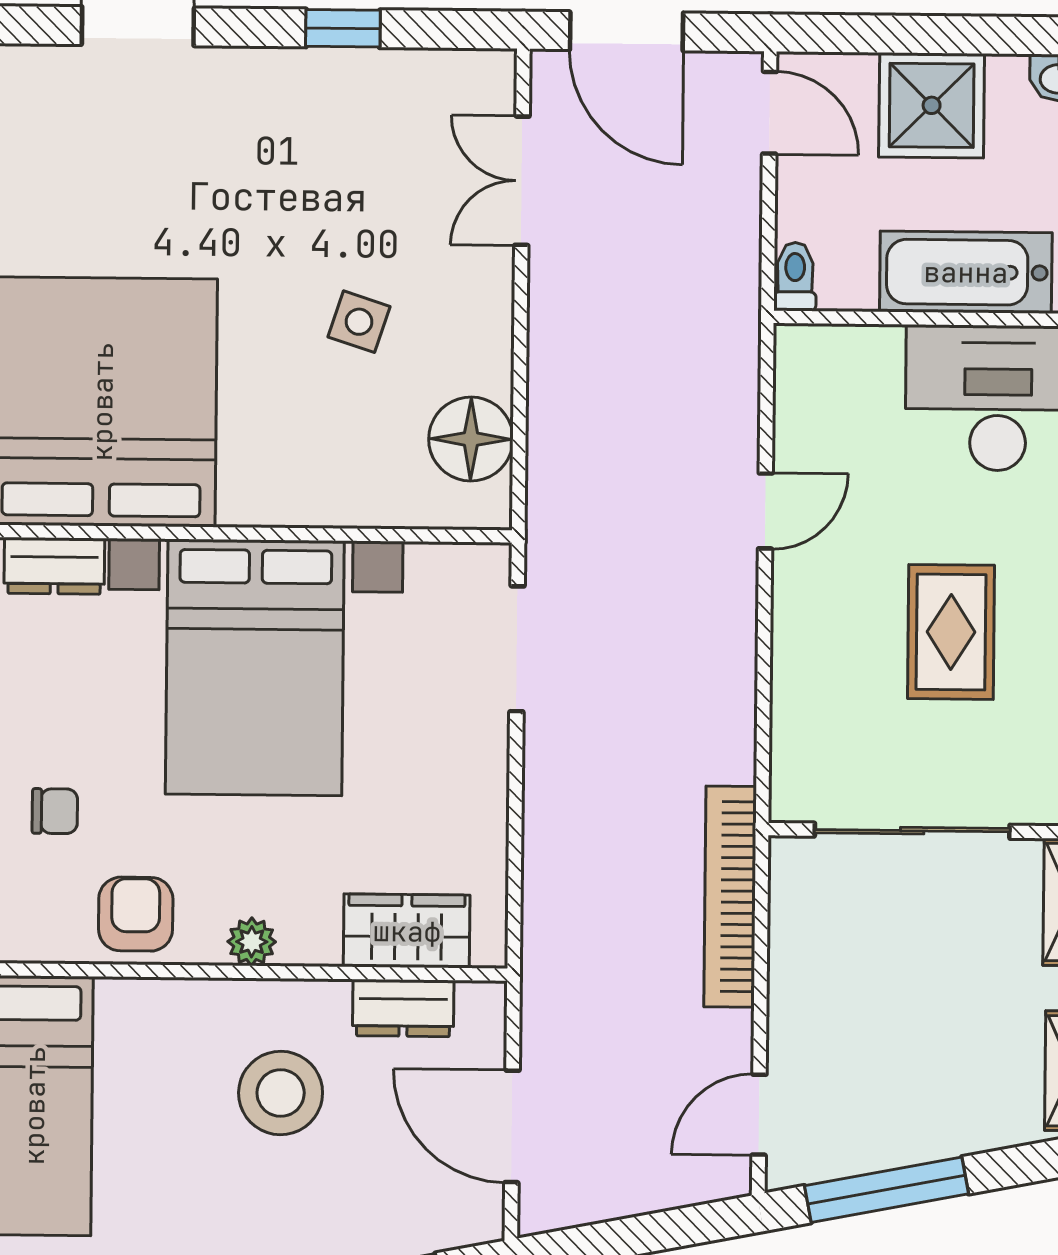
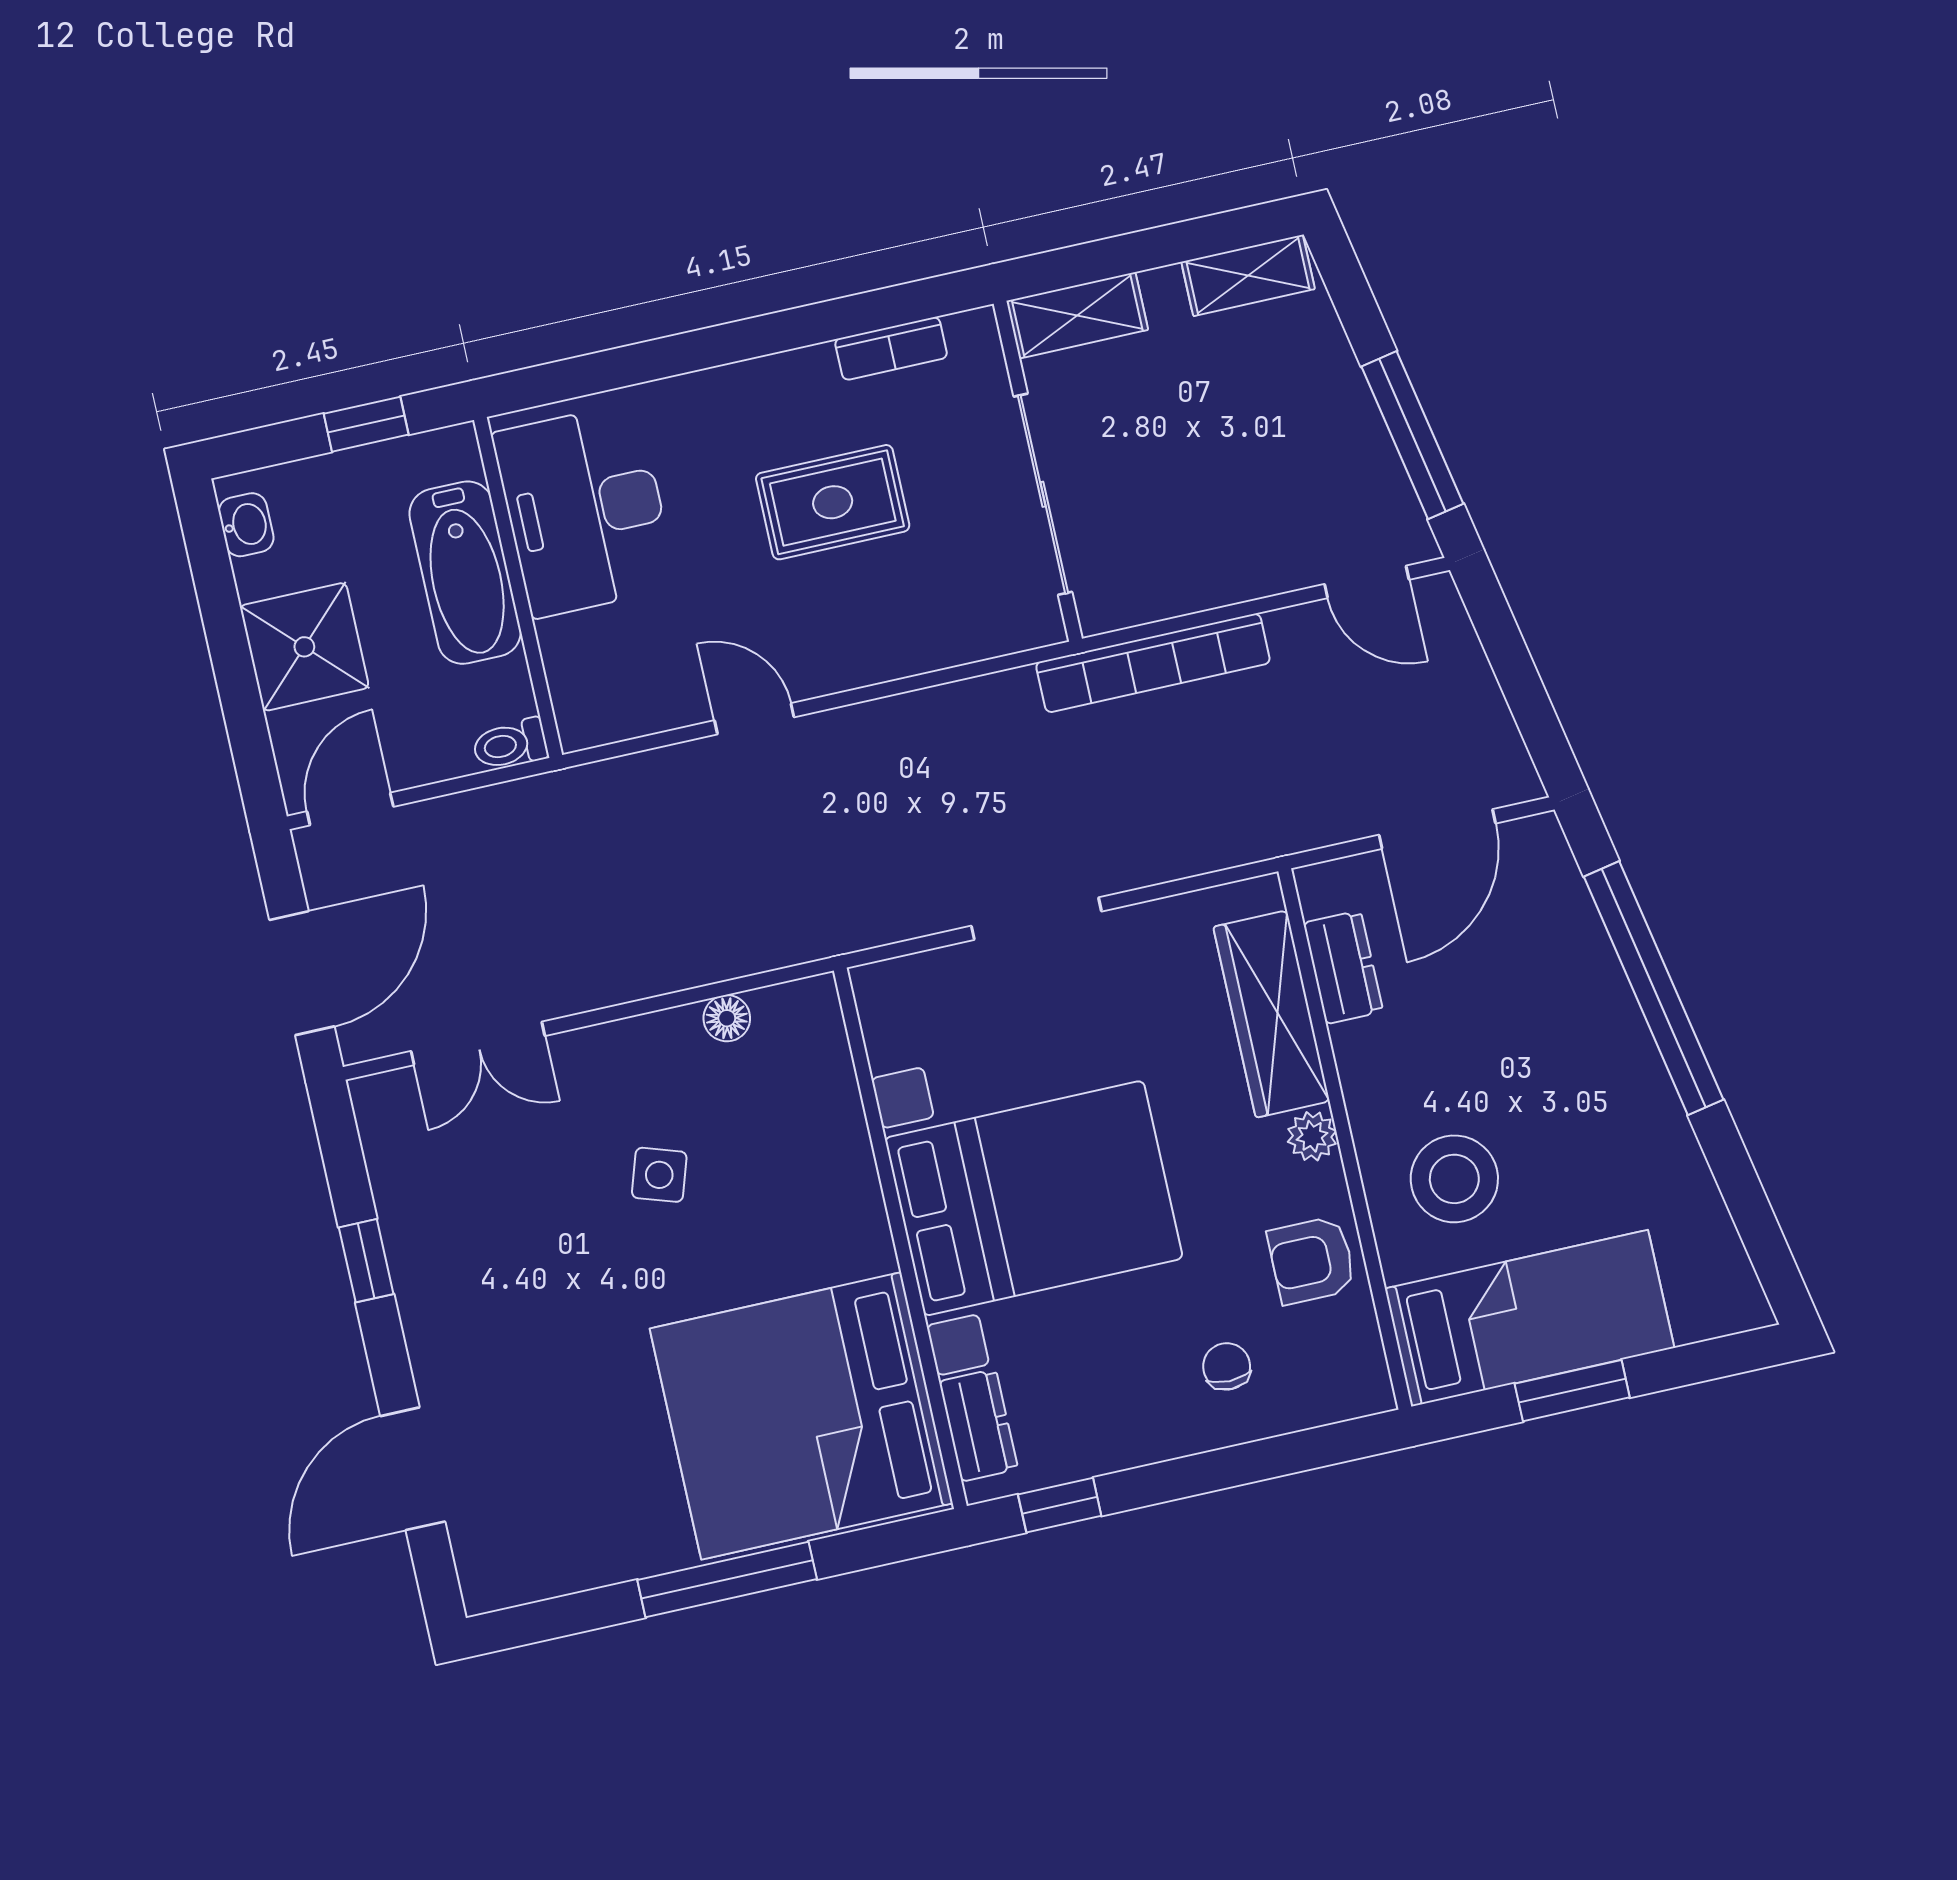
floor lamp: (471, 439) -> (727, 1018), width x0.53, depth x0.53
doorway: (517, 649) -> (1036, 919), moved
wardrobe: (407, 931) -> (1271, 1014), width x1.50
stool: (281, 1093) -> (1454, 1179), moved

